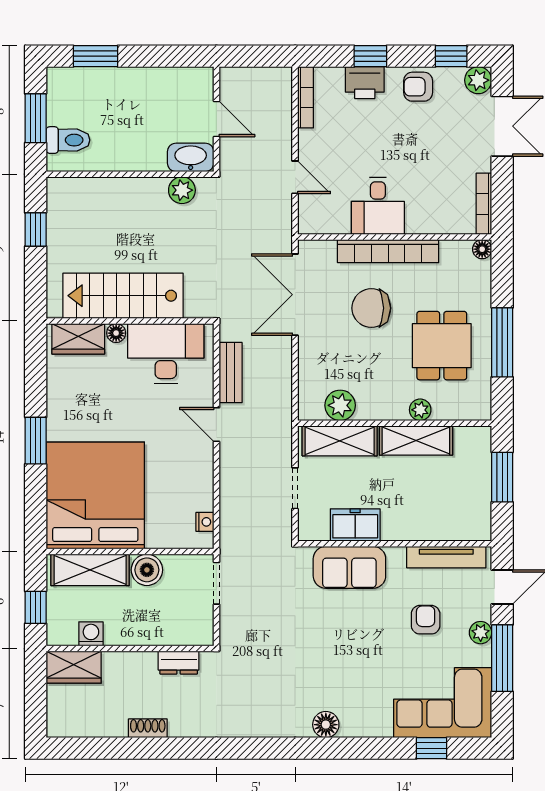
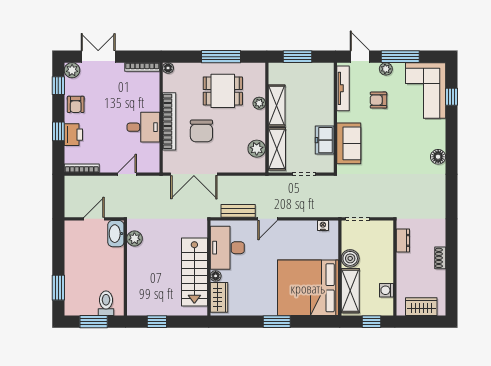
wardrobe: (74, 667) -> (421, 307), moved, turned -90

